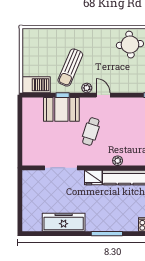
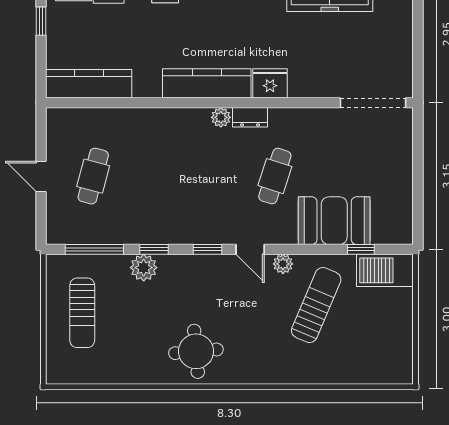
window: (63, 95) -> (361, 249), moved
window: (124, 95) -> (207, 249), added
dresser: (103, 161) -> (250, 117), added
doorway: (61, 168) -> (373, 103), moved

